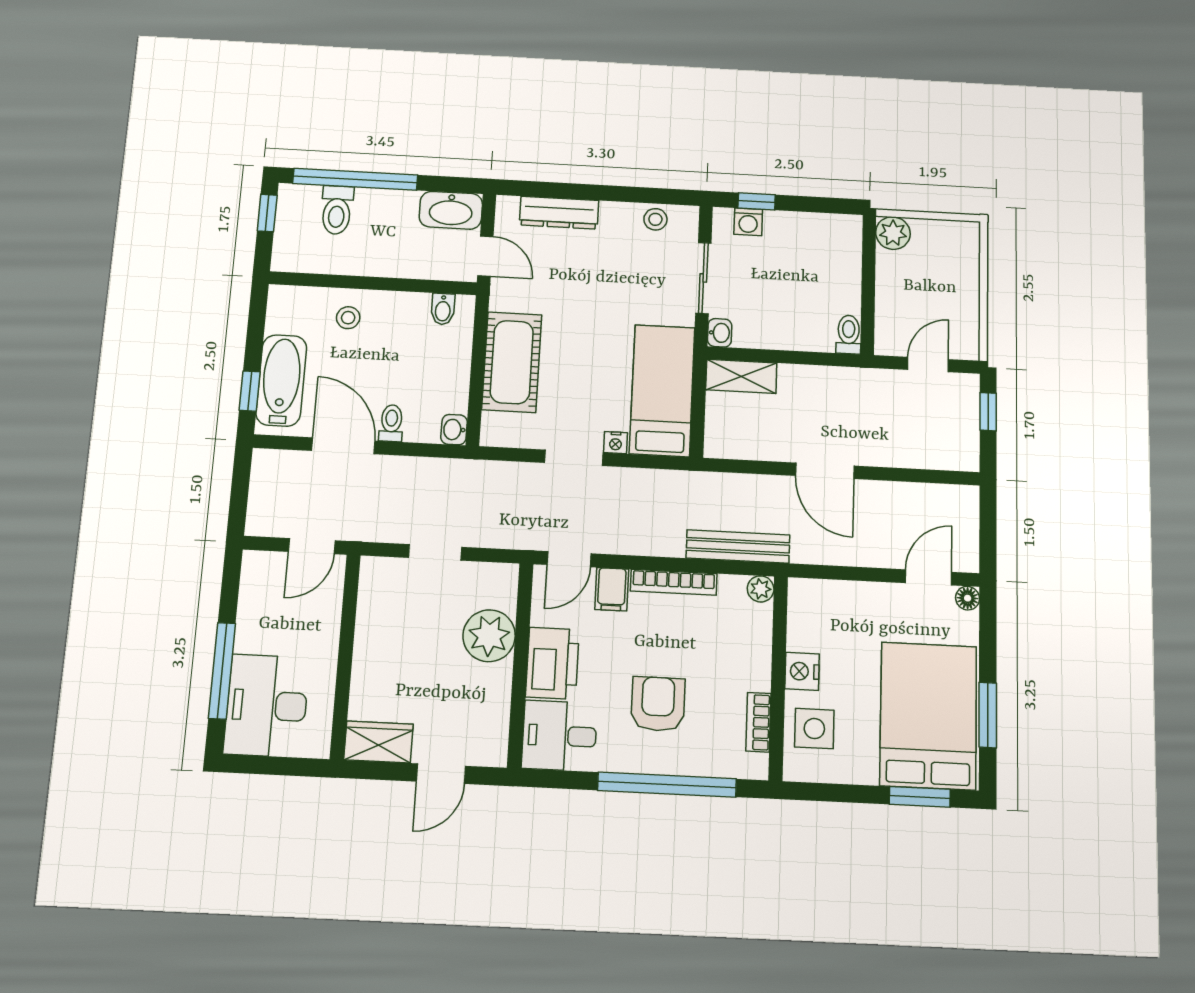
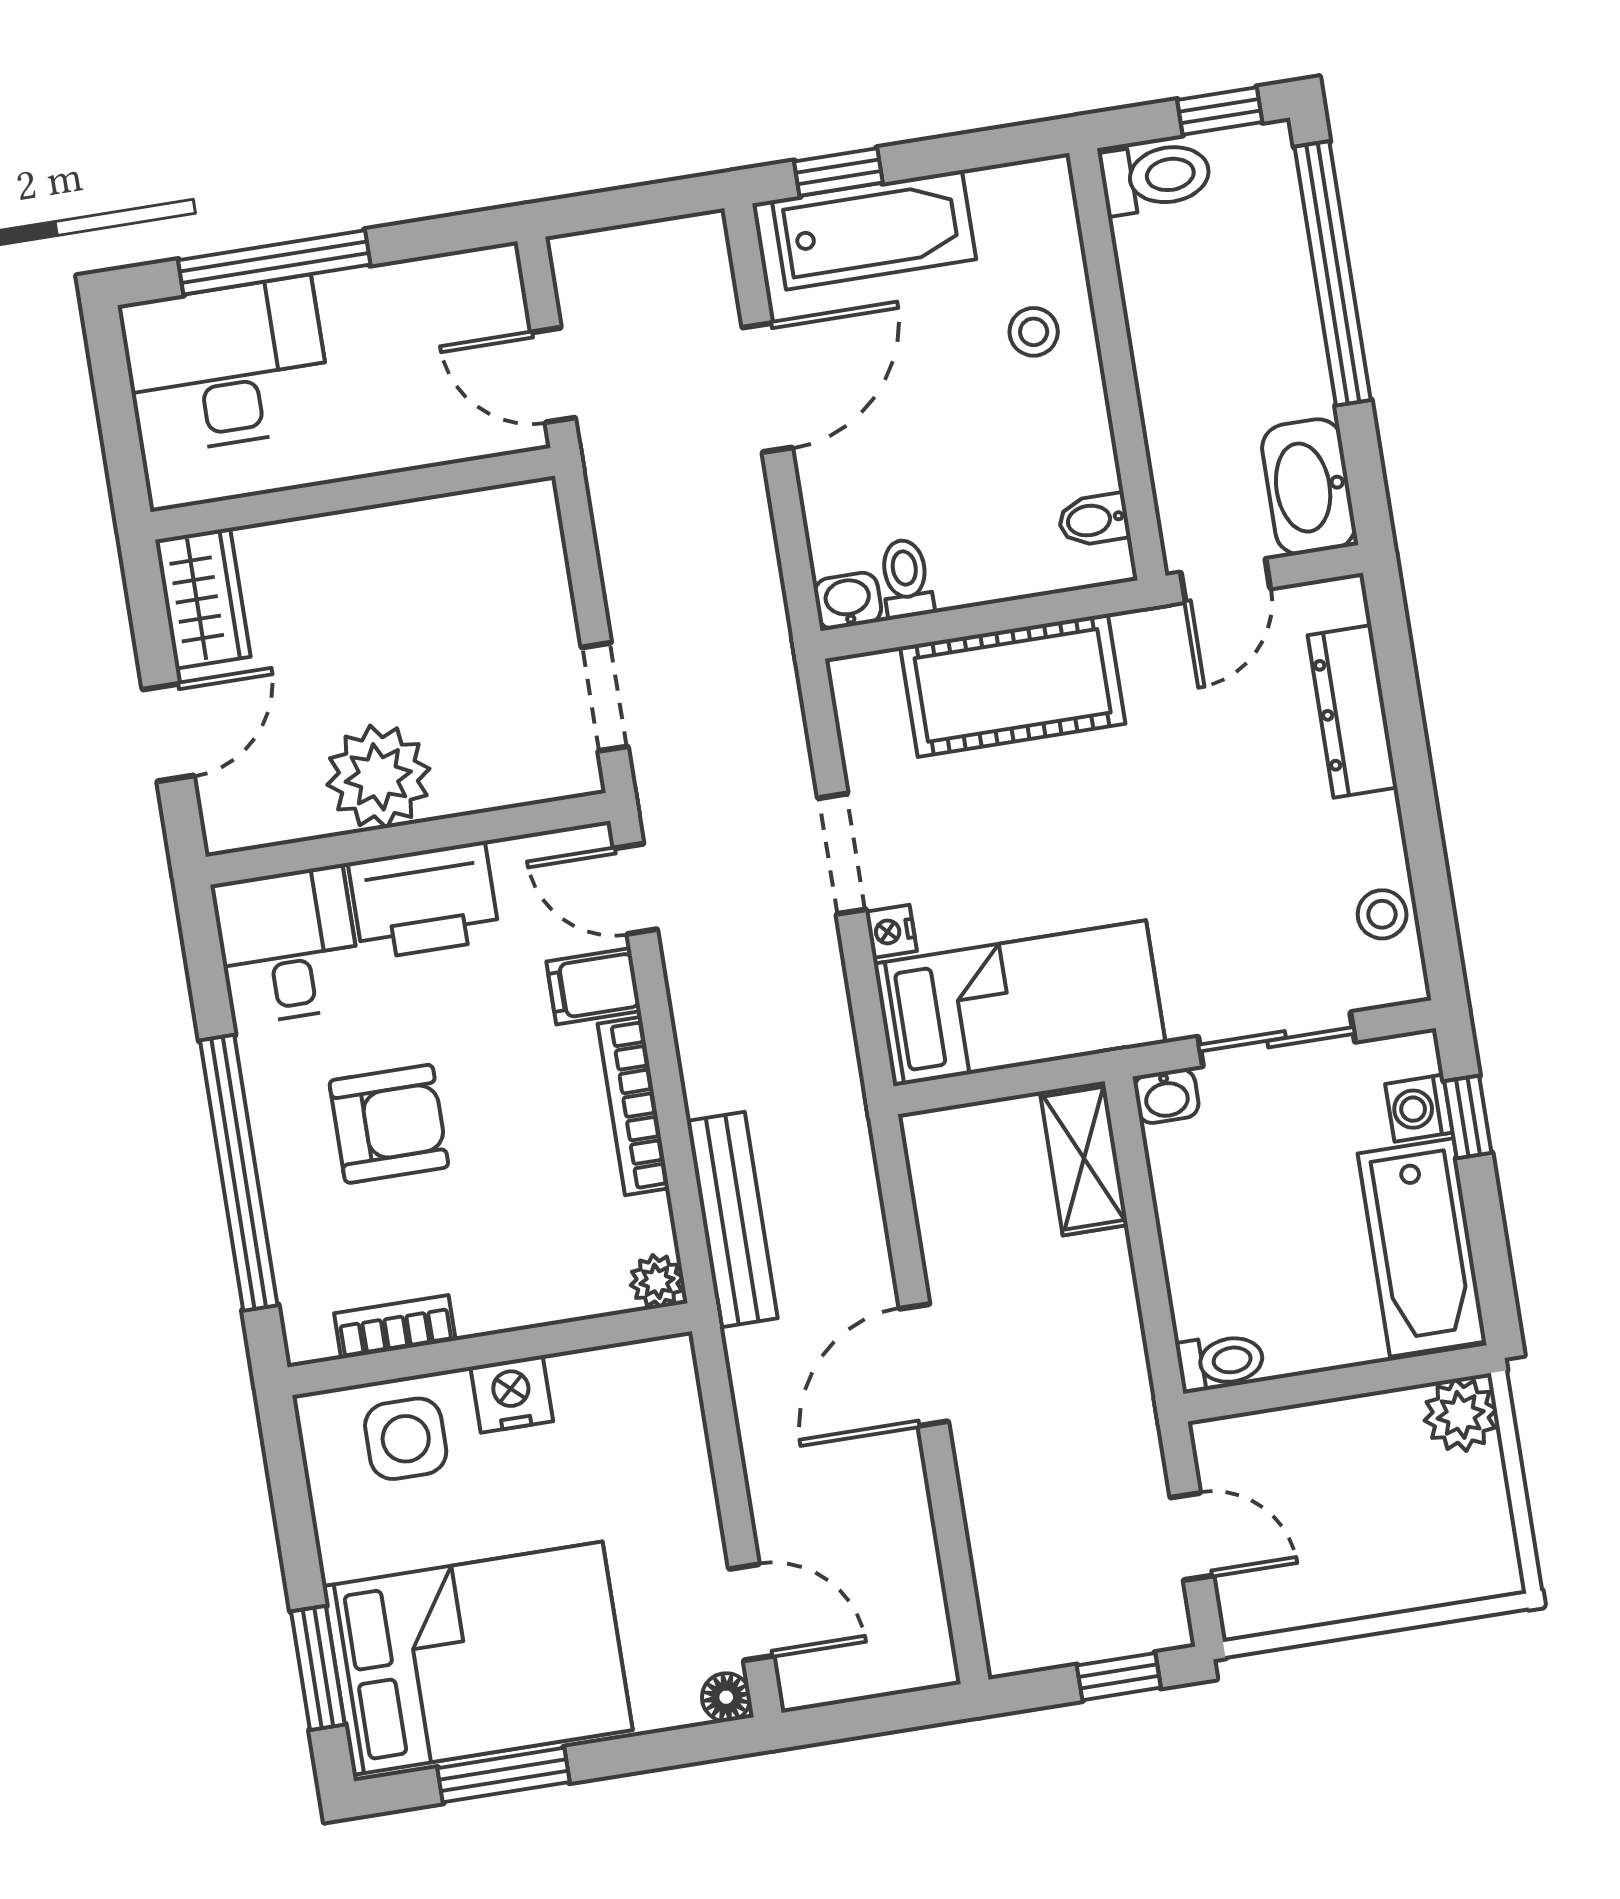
toilet: (337, 210) -> (1156, 177), moved, turned 180
bathtub: (813, 234) -> (1422, 1248), added
toilet: (391, 423) -> (906, 579), moved, turned -90
doorway: (435, 552) -> (605, 697), moved
plant: (489, 636) -> (378, 777), moved
door: (441, 774) -> (168, 733), swing flipped

